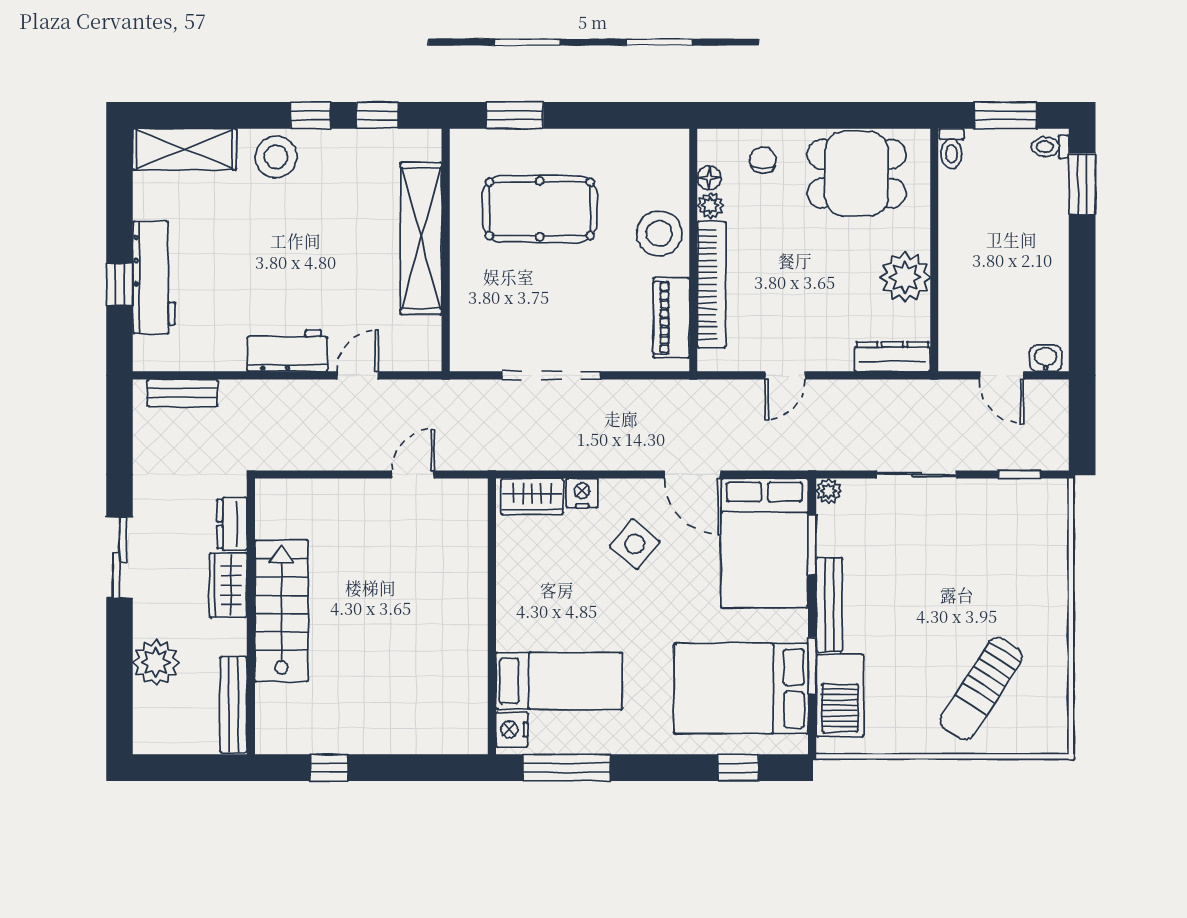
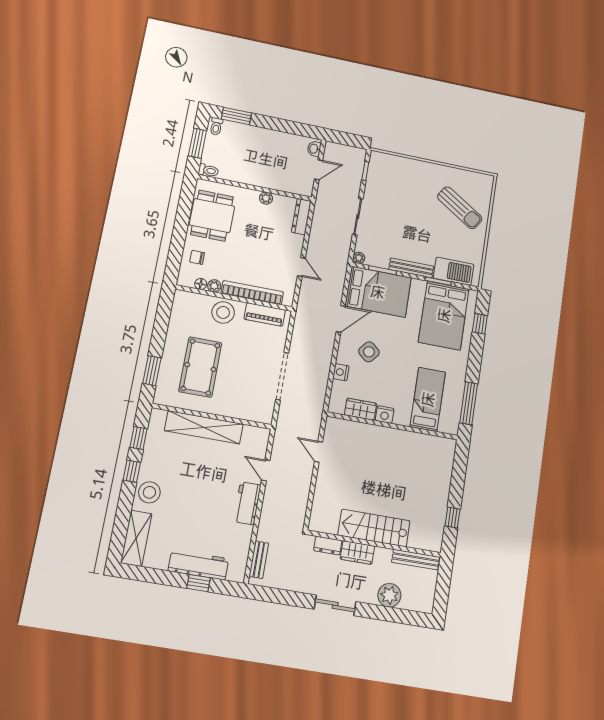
plant: (905, 277) -> (266, 198), width x0.53, depth x0.53
wardrobe: (532, 496) -> (361, 409), moved, turned -90
nightstand: (512, 729) -> (385, 415), moved

